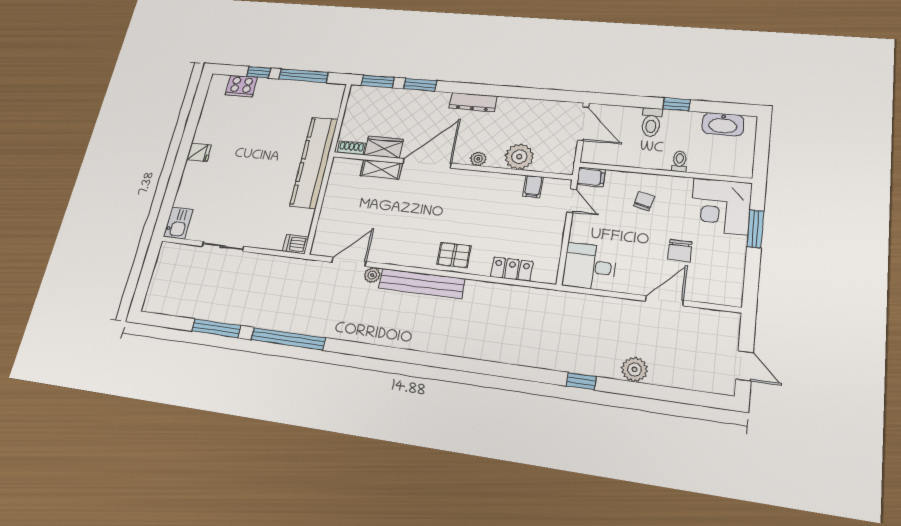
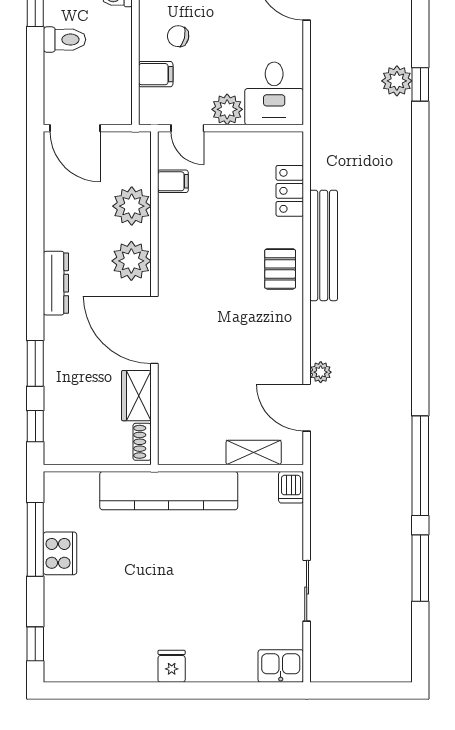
window: (259, 72) -> (35, 644), moved
window: (378, 81) -> (35, 426), width x0.67
cooker: (241, 86) -> (60, 553), moved
door: (583, 124) -> (75, 128), swing flipped
plant: (478, 159) -> (131, 261), width x1.88, depth x1.88
shelving: (381, 169) -> (254, 452), moved, turned 90
filing cabinet: (591, 177) -> (156, 74), moved, turned 90
door: (572, 201) -> (187, 128), swing flipped
plant: (582, 231) -> (227, 109), added
bench: (422, 283) -> (324, 245), moved
plant: (634, 369) -> (397, 81), moved

